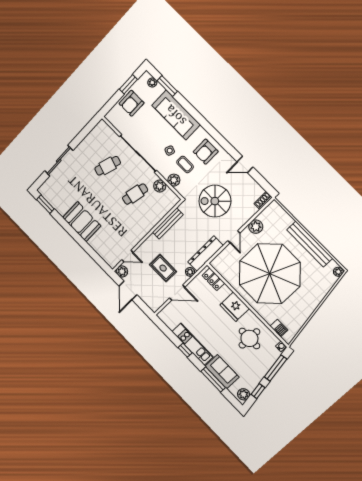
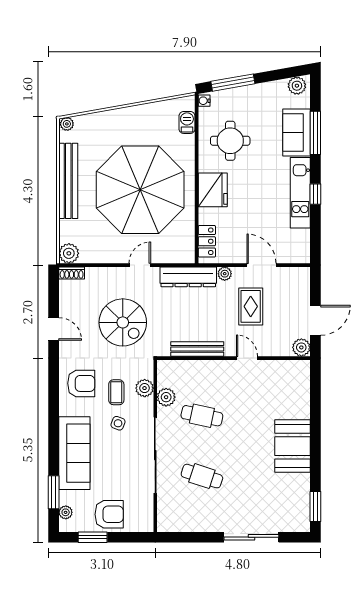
plant: (256, 227) -> (69, 253), moved
door: (127, 256) -> (247, 358), moved
window: (258, 391) -> (277, 75), removed

